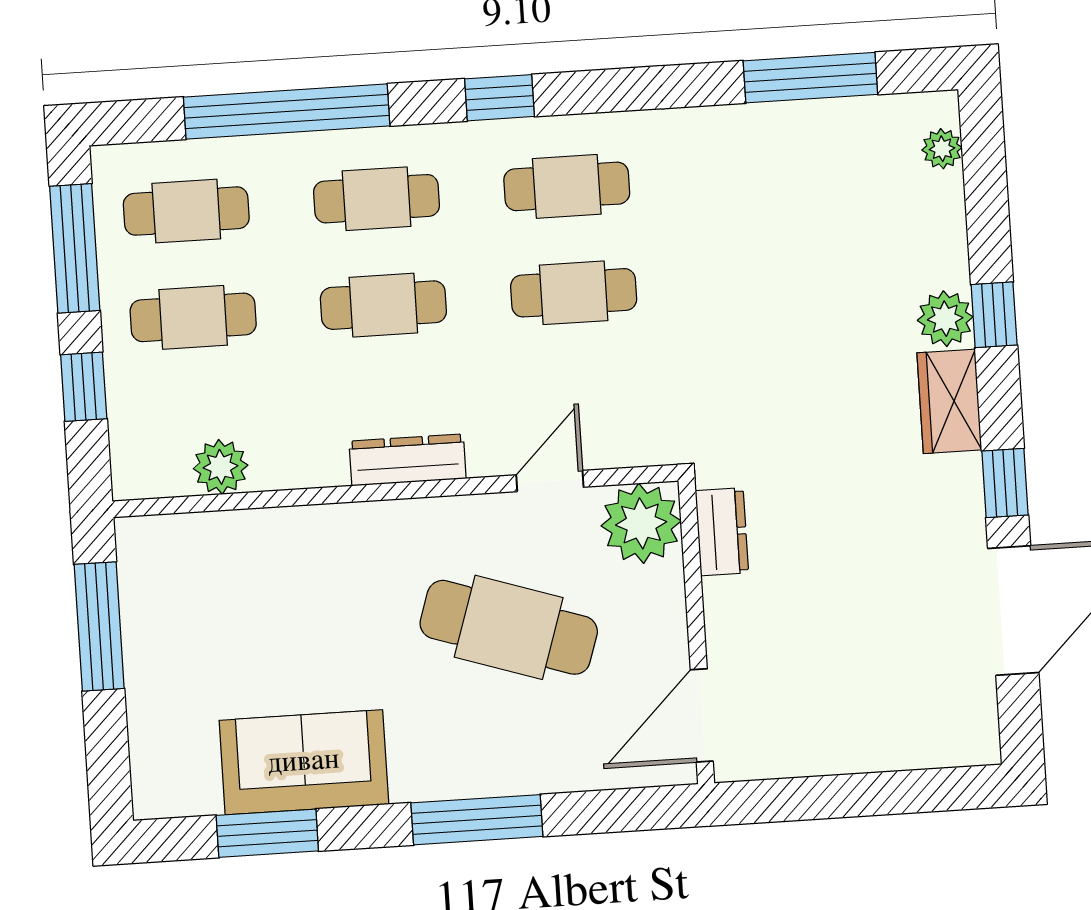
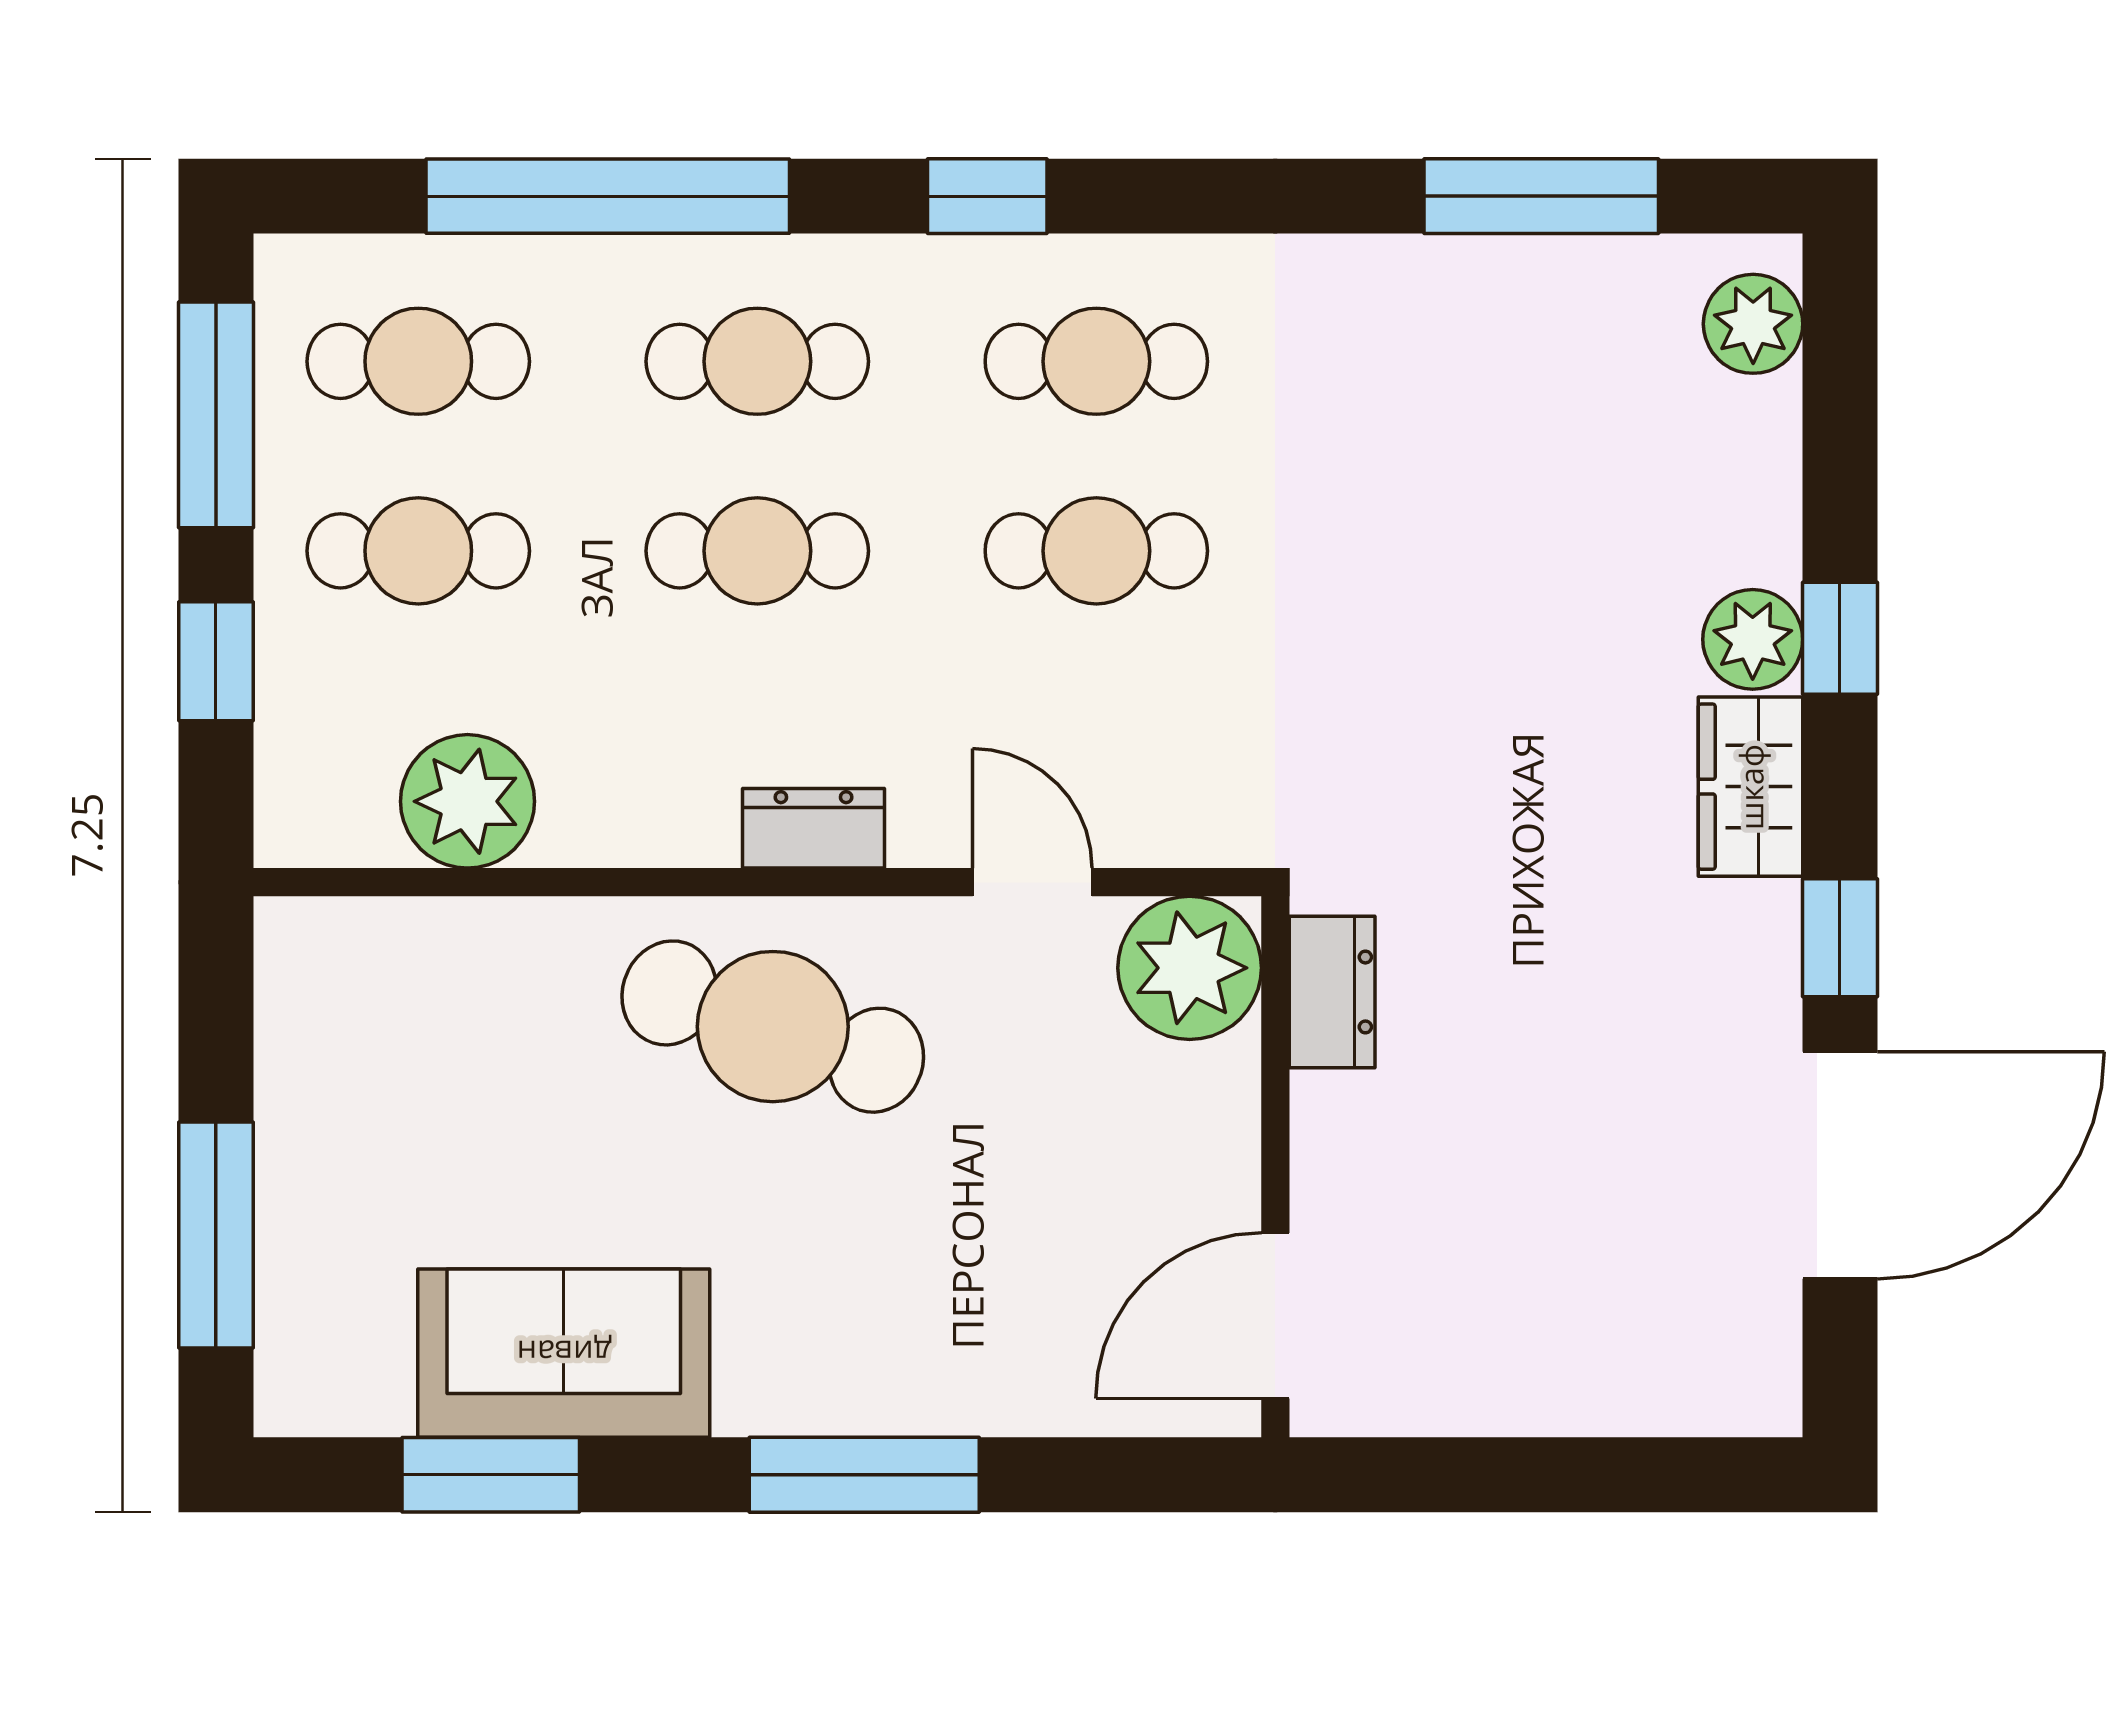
plant: (942, 149) -> (1753, 324), width x1.38, depth x1.38
dresser: (408, 460) -> (813, 828), width x0.70
plant: (221, 467) -> (467, 801), width x1.36, depth x1.36
door: (550, 481) -> (1032, 882), hinge flipped
window: (99, 626) -> (216, 1235), moved
cafe table: (509, 627) -> (773, 1027), moved

